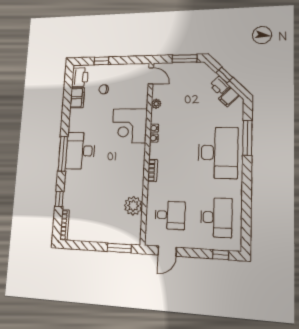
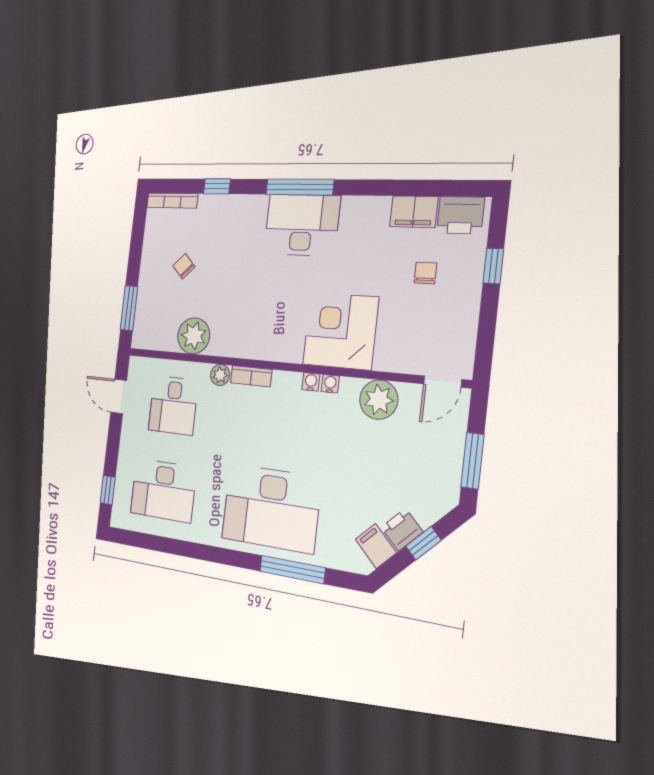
plant: (156, 104) -> (379, 400), width x1.88, depth x1.88
plant: (153, 188) -> (220, 375), added
chair: (98, 215) -> (184, 266), added

